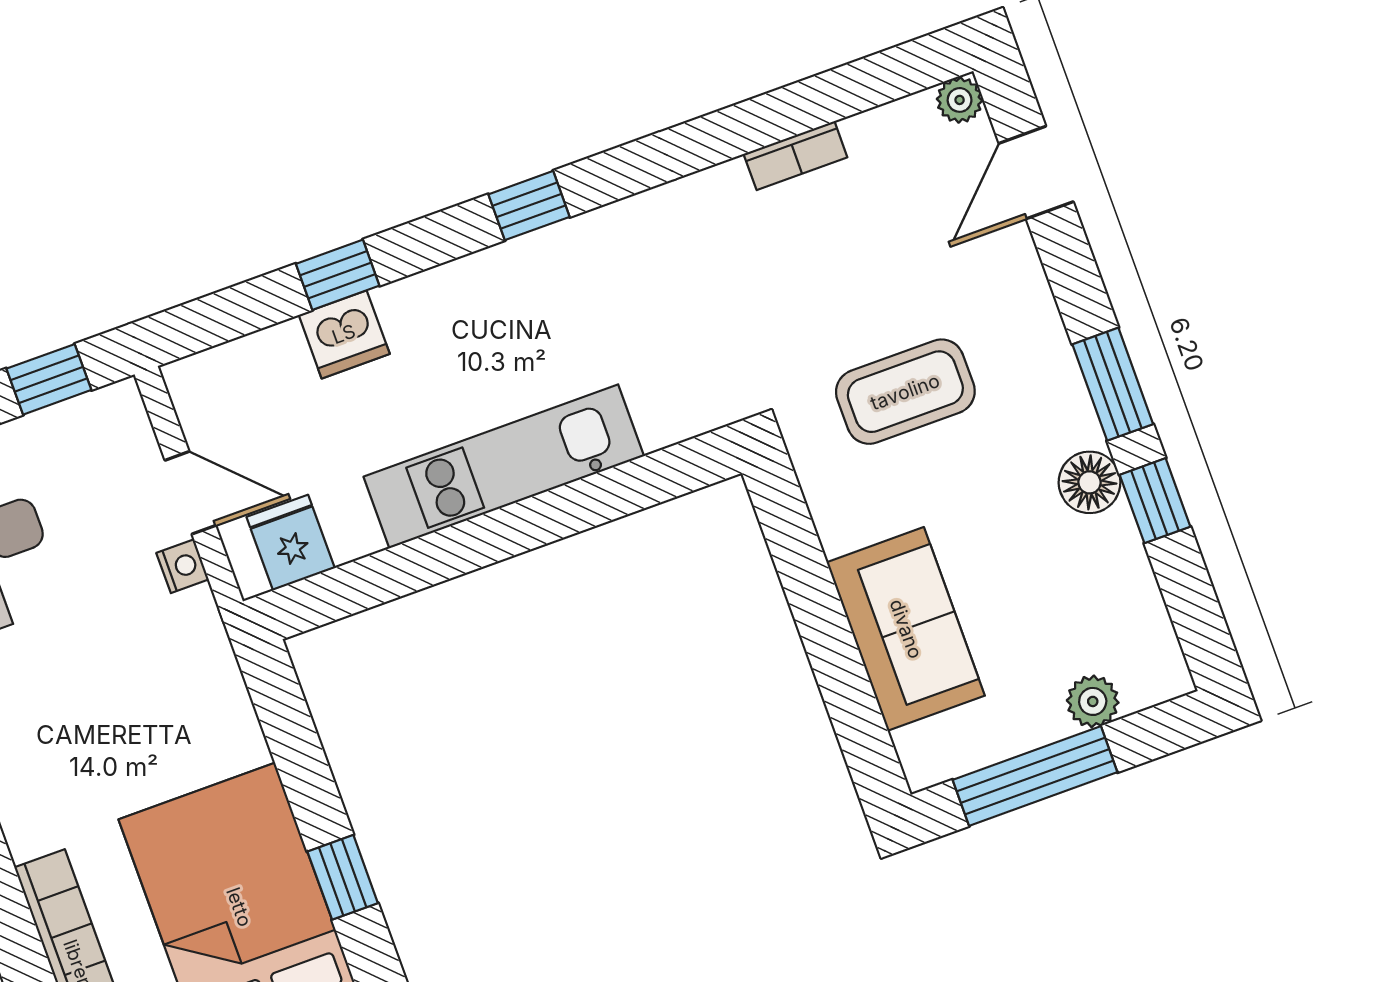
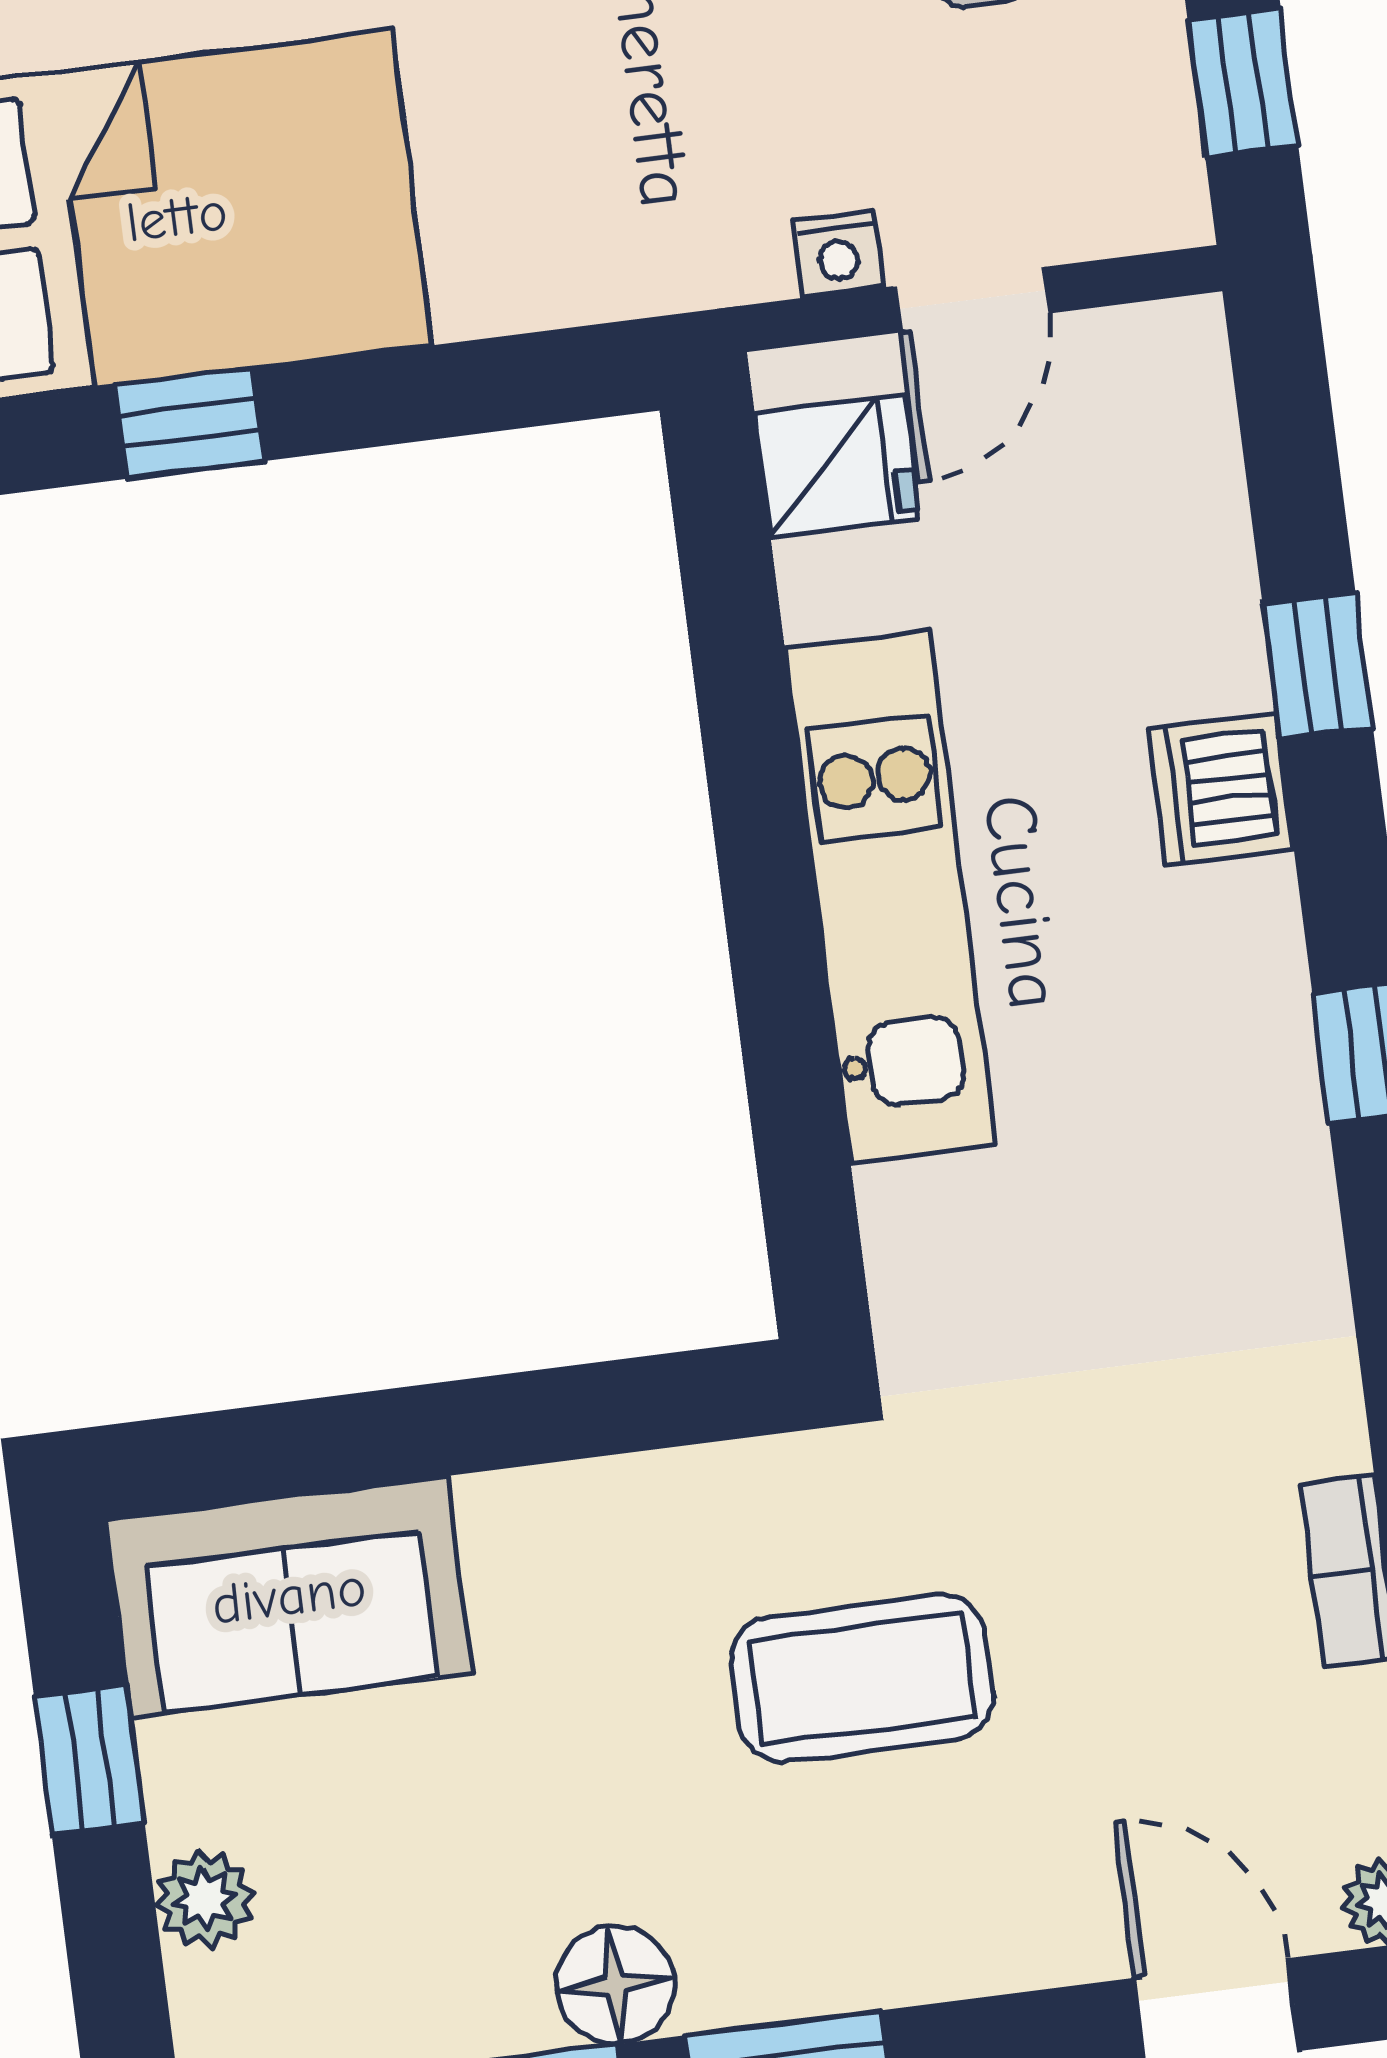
dishwasher: (344, 334) -> (1221, 789), moved
coffee table: (905, 392) -> (862, 1678), turned 90
sofa: (906, 629) -> (289, 1596), moved
window: (1035, 776) -> (89, 1760), width x0.46

